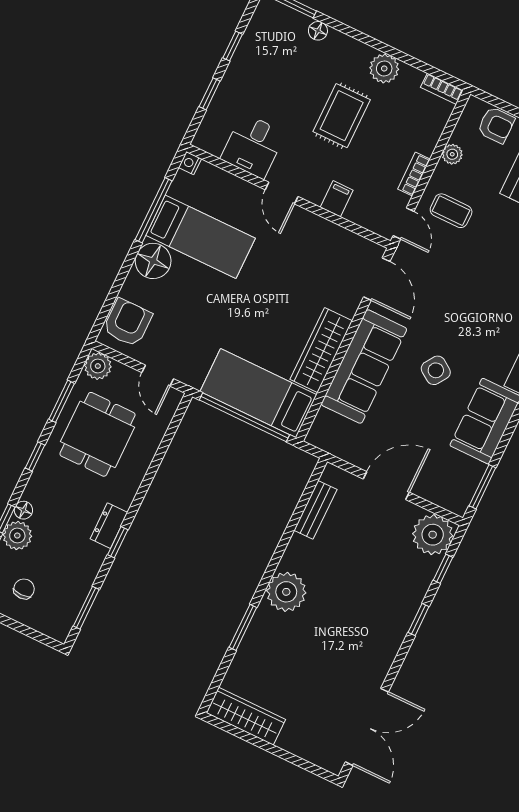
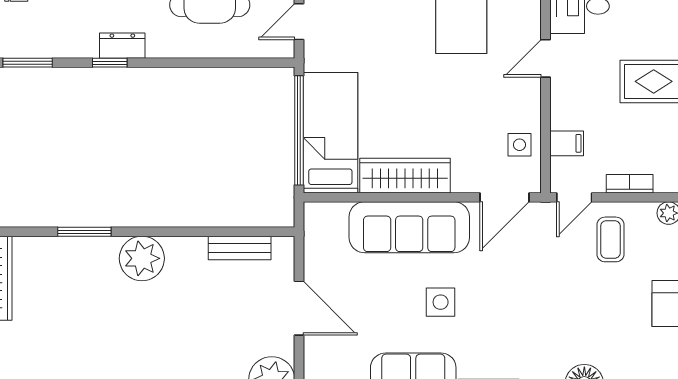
filing cabinet: (337, 199) -> (567, 143), moved
side table: (341, 247) -> (519, 145), added
side table: (436, 370) -> (441, 302), turned -34

